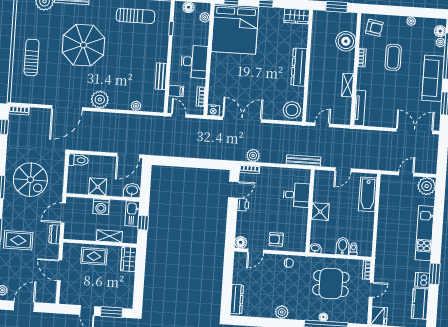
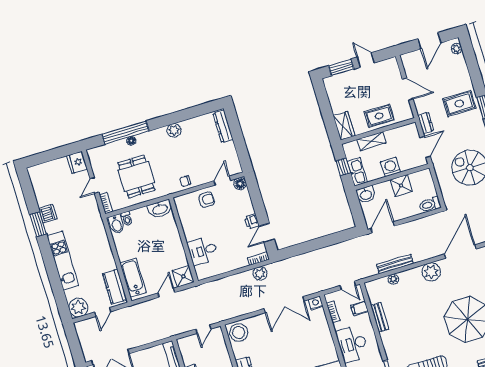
bench: (304, 161) -> (395, 264), moved
shower: (320, 212) -> (183, 276), moved
bidet: (343, 246) -> (116, 224), moved
washbasin: (315, 248) -> (160, 209), width x1.91, depth x1.45
dining table: (331, 284) -> (136, 176), turned 90
kitchen counter: (420, 304) -> (115, 287), moved, turned 180

